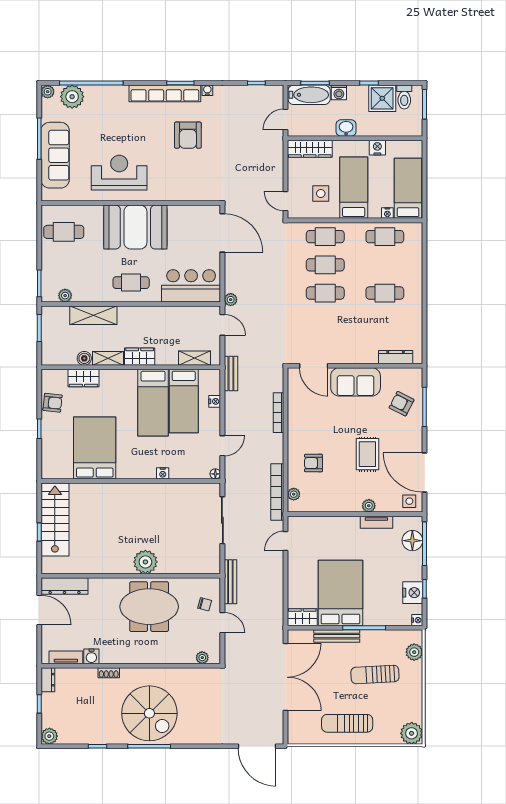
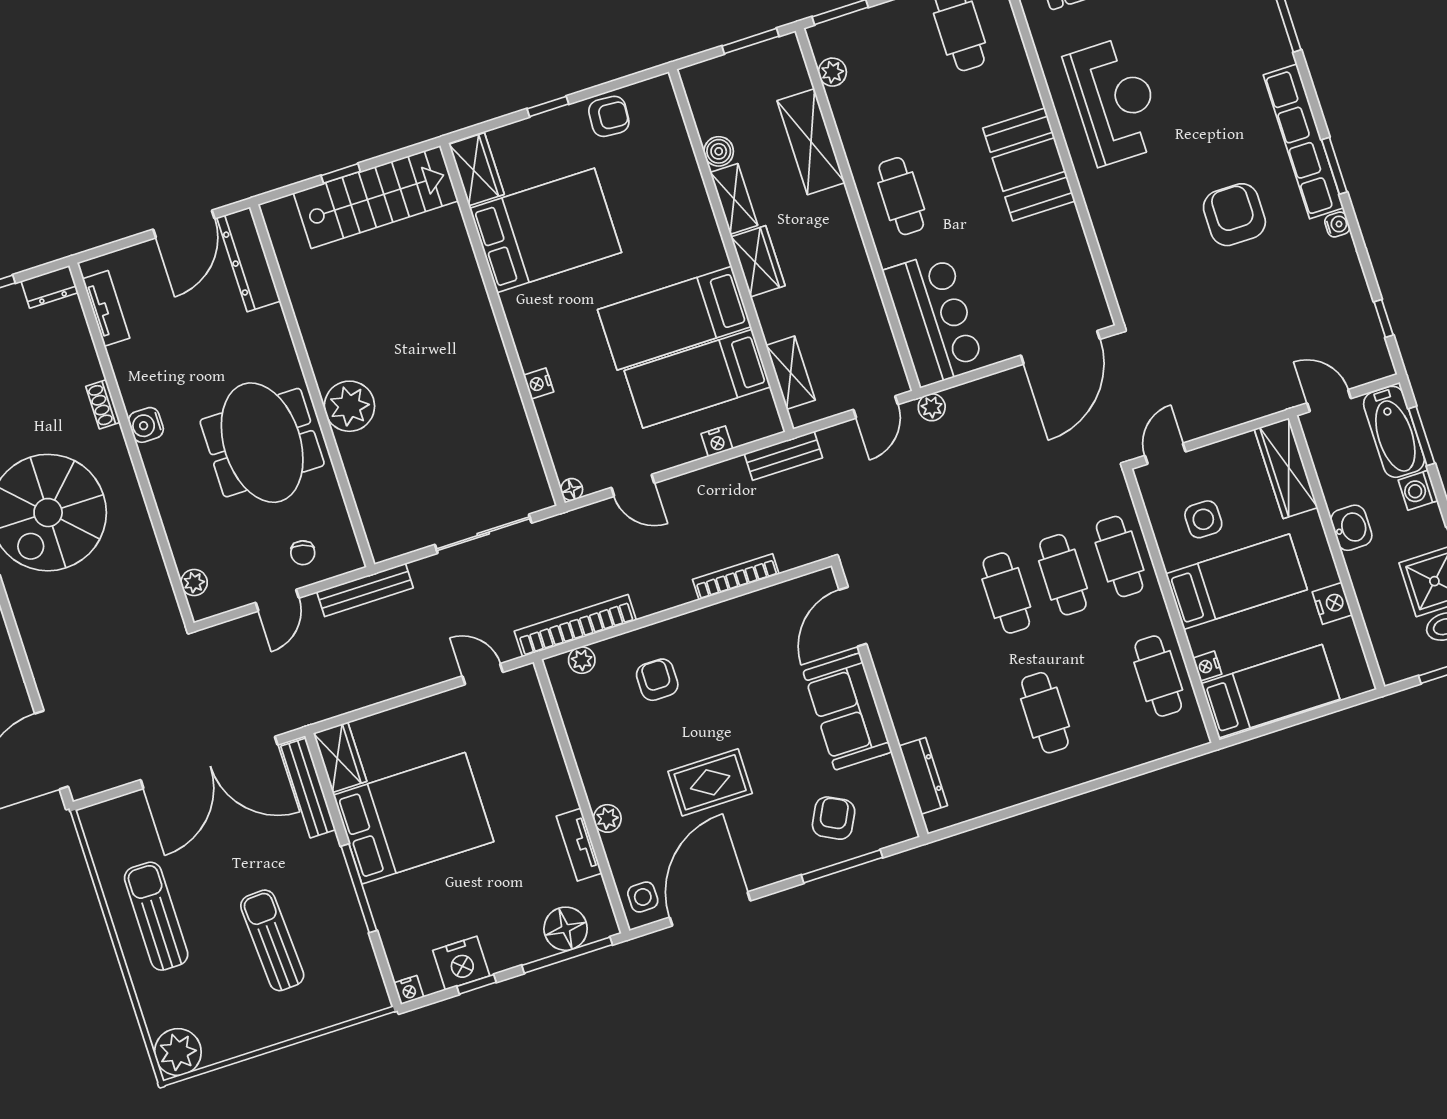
armchair: (188, 135) -> (1234, 215), turned 90
booth: (135, 227) -> (1029, 165), width x0.73, depth x0.70
wardrobe: (83, 378) -> (476, 169), moved, turned 180
armchair: (53, 403) -> (609, 116), turned -92
bench: (337, 636) -> (308, 788), moved
plant: (414, 652) -> (343, 1005), removed
water cooler: (91, 656) -> (146, 425), moved

